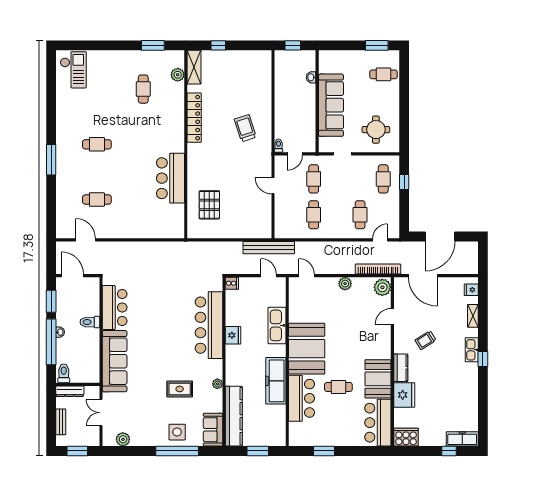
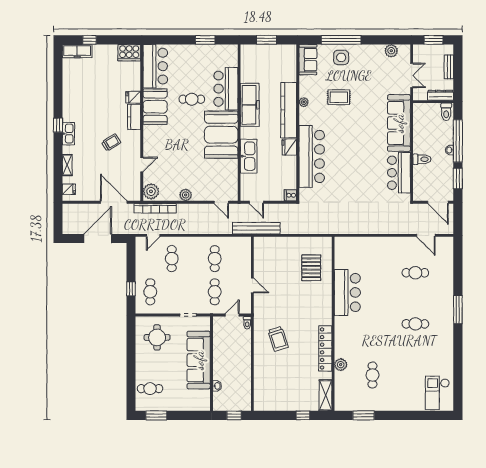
plant: (178, 75) -> (341, 365), moved
fridge: (404, 395) -> (133, 97), width x0.53, depth x0.75
kitchen counter: (234, 416) -> (289, 110), moved

